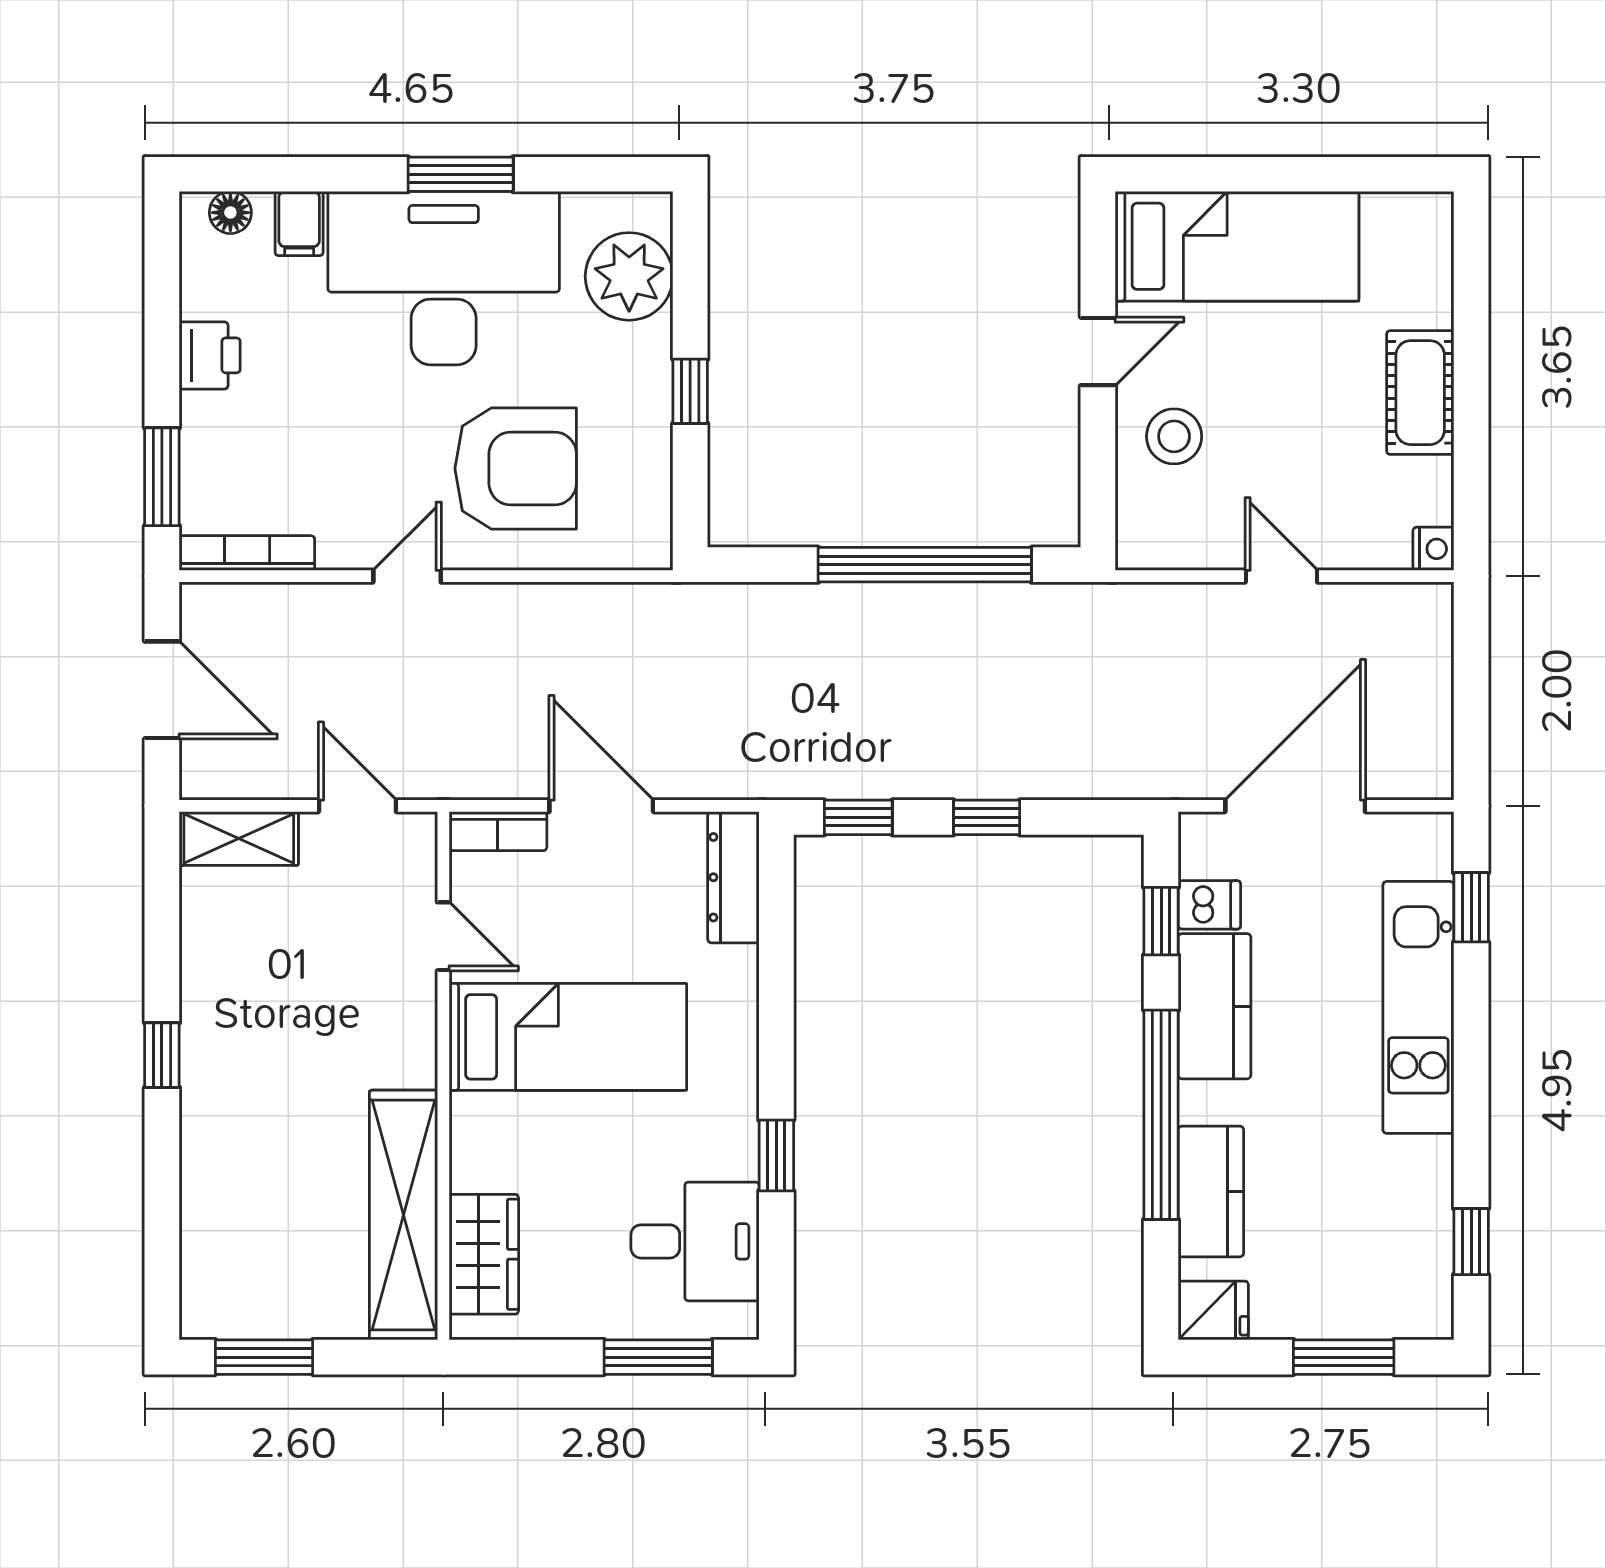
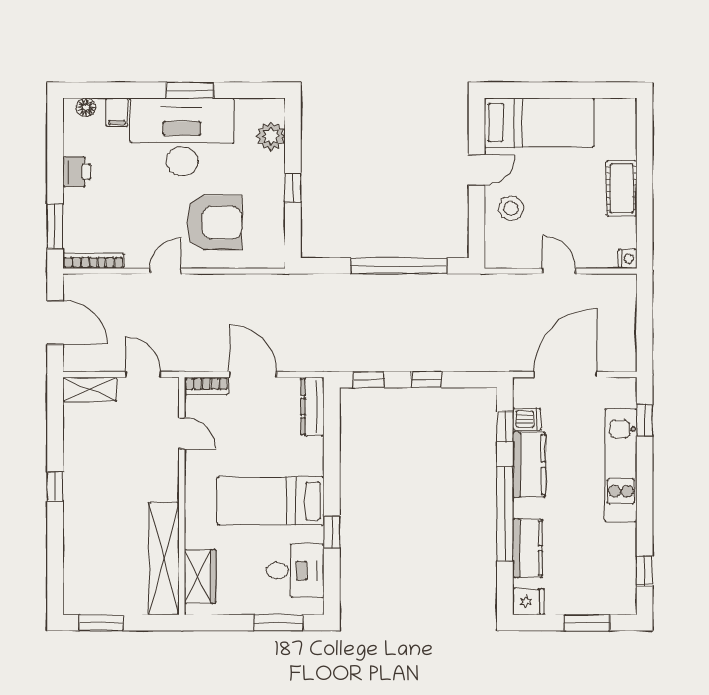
plant: (629, 276) -> (271, 136), width x0.73, depth x0.73
bed: (568, 1037) -> (271, 501), moved, turned 180

